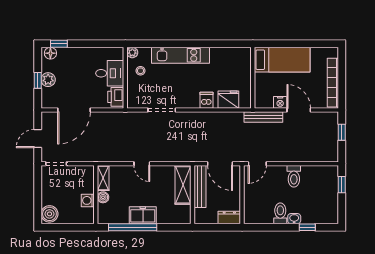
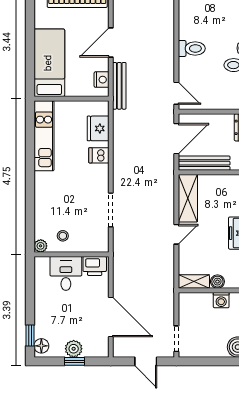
kitchen unit: (180, 55) -> (44, 136), moved
nightstand: (280, 102) -> (102, 80), moved
shelving: (183, 185) -> (188, 198), moved, turned 90

